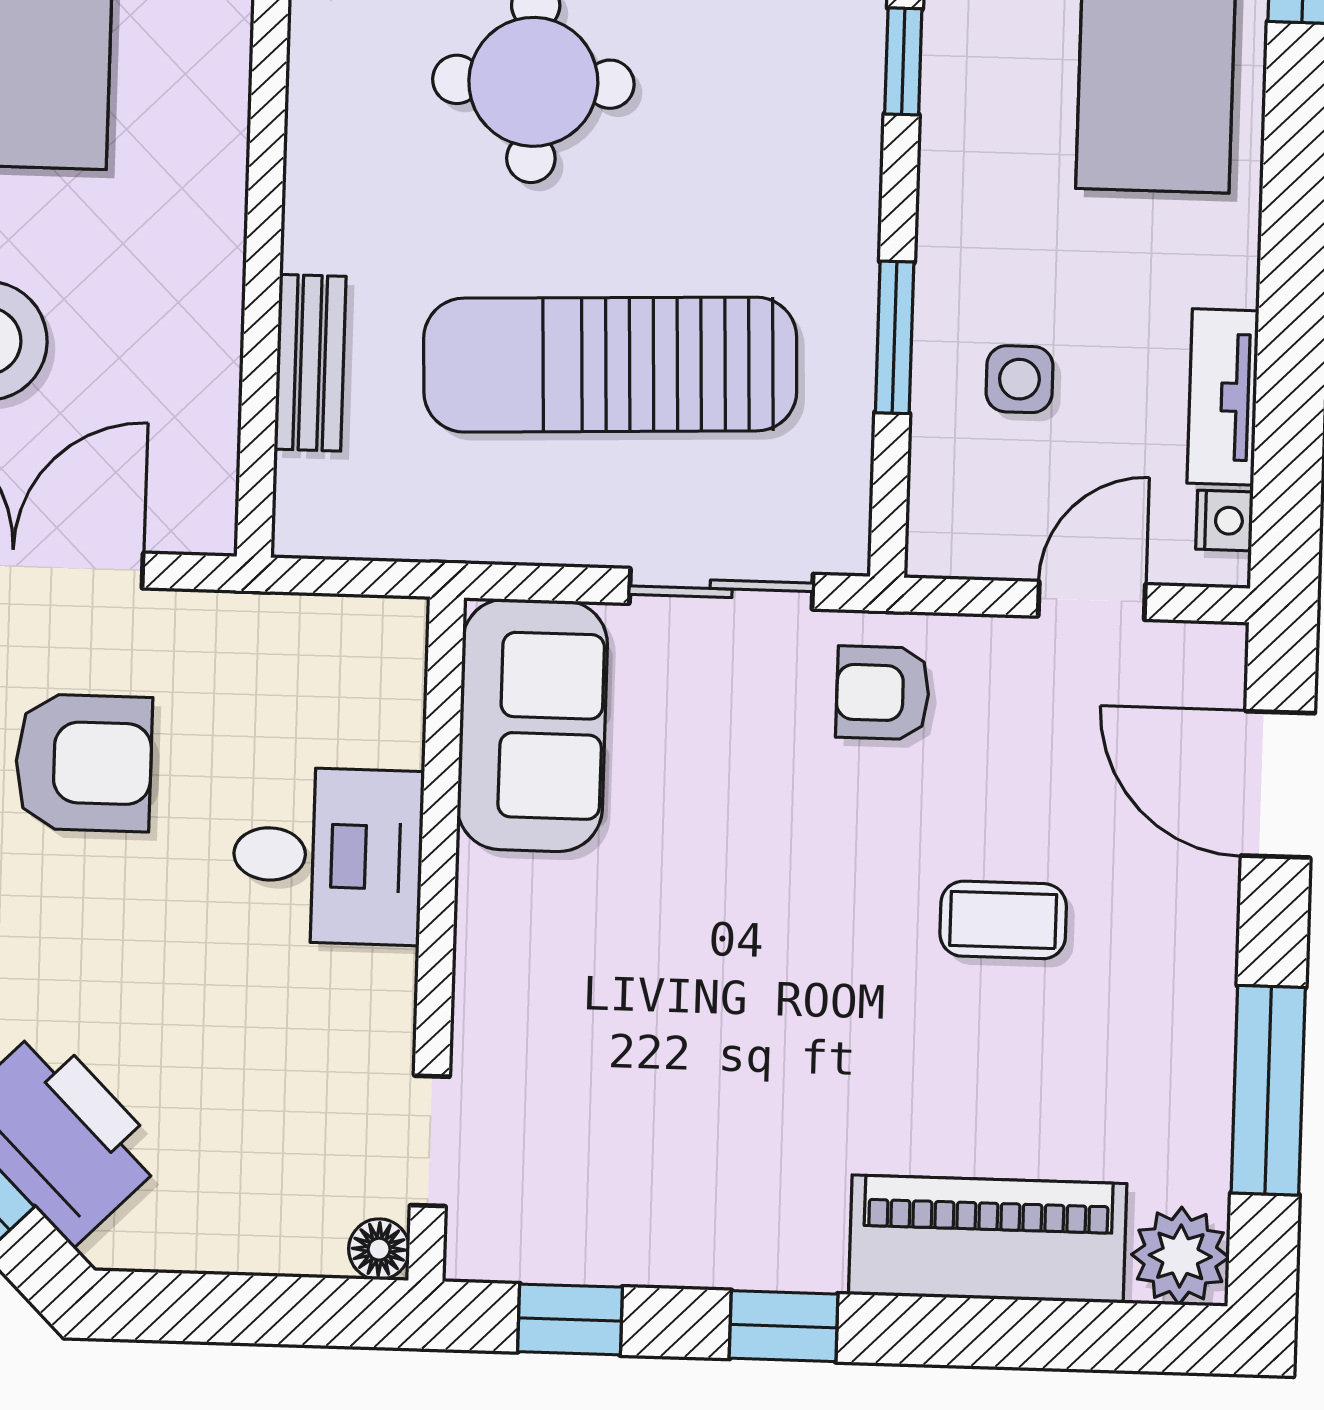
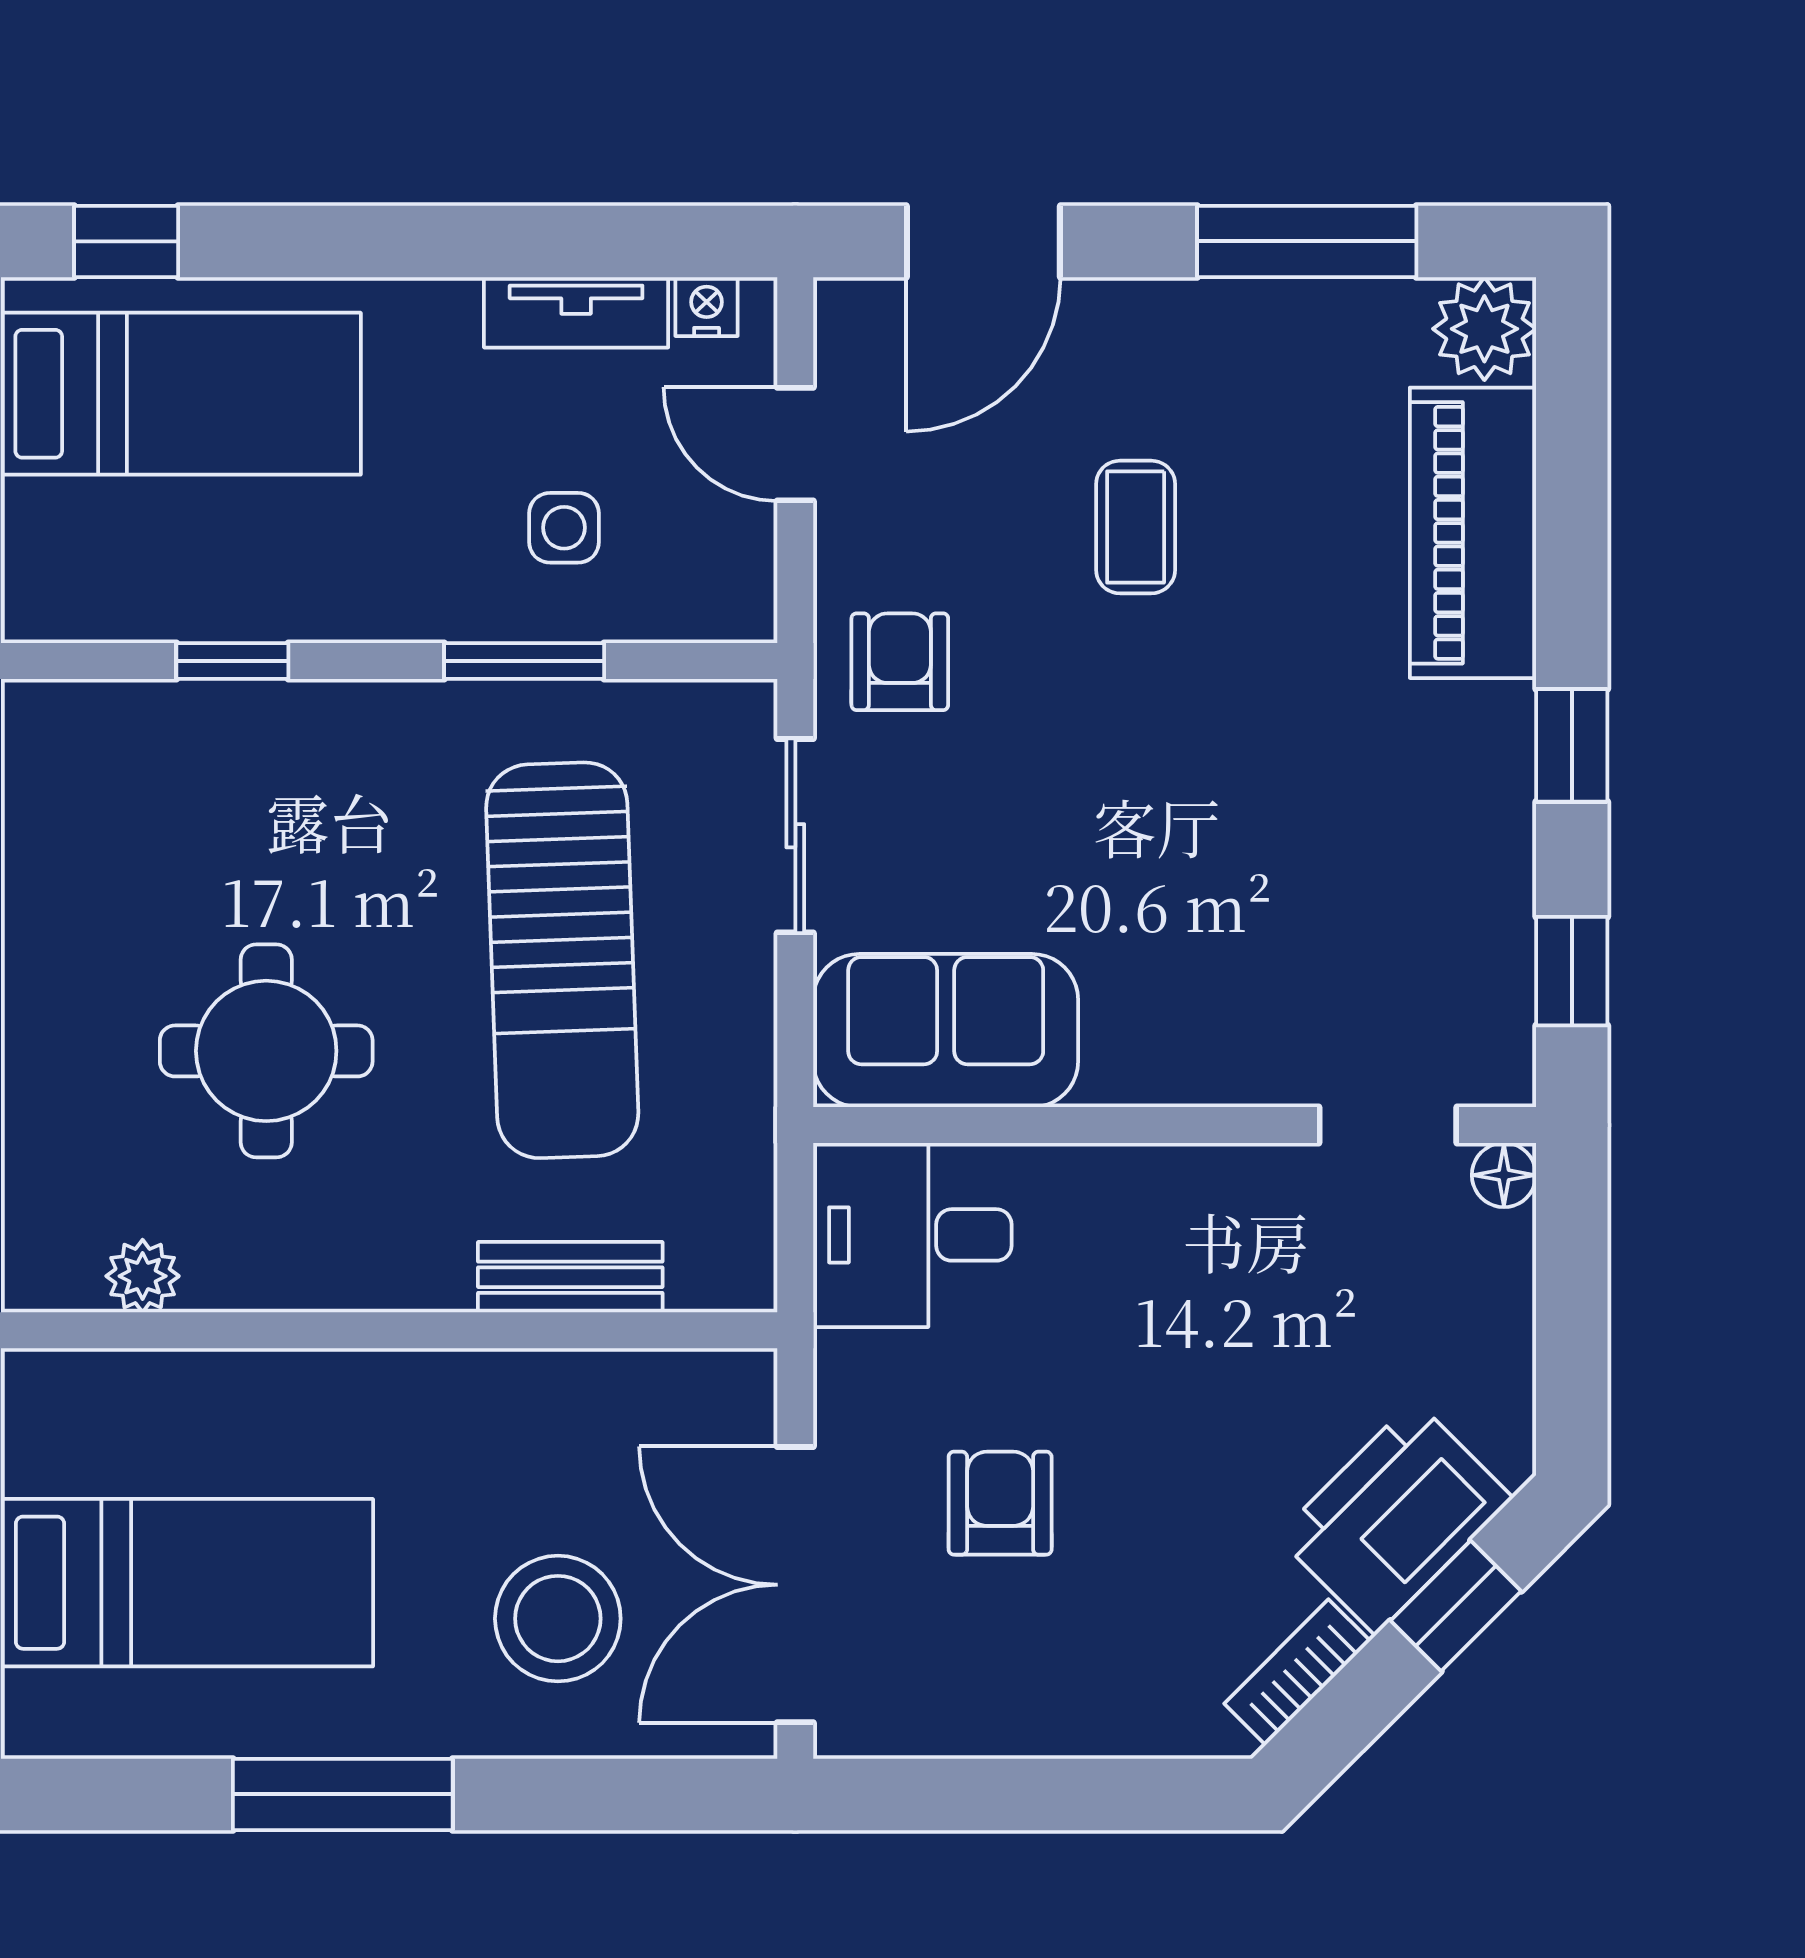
armchair: (883, 693) -> (900, 662), turned 180
armchair: (84, 763) -> (1000, 1503), width x0.72, depth x0.72
desk: (328, 856) -> (912, 1235), moved, turned -90

